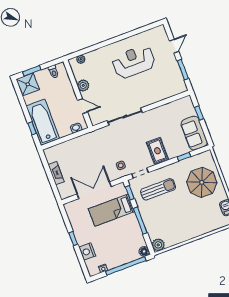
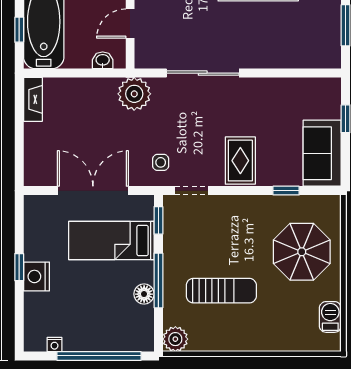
door: (82, 106) -> (130, 23), swing flipped
plant: (97, 138) -> (134, 94), added
fireplace: (56, 173) -> (33, 99), moved
sun lounger: (158, 189) -> (221, 291), moved
nightstand: (87, 251) -> (36, 276), moved
floor lamp: (144, 251) -> (144, 294), moved

